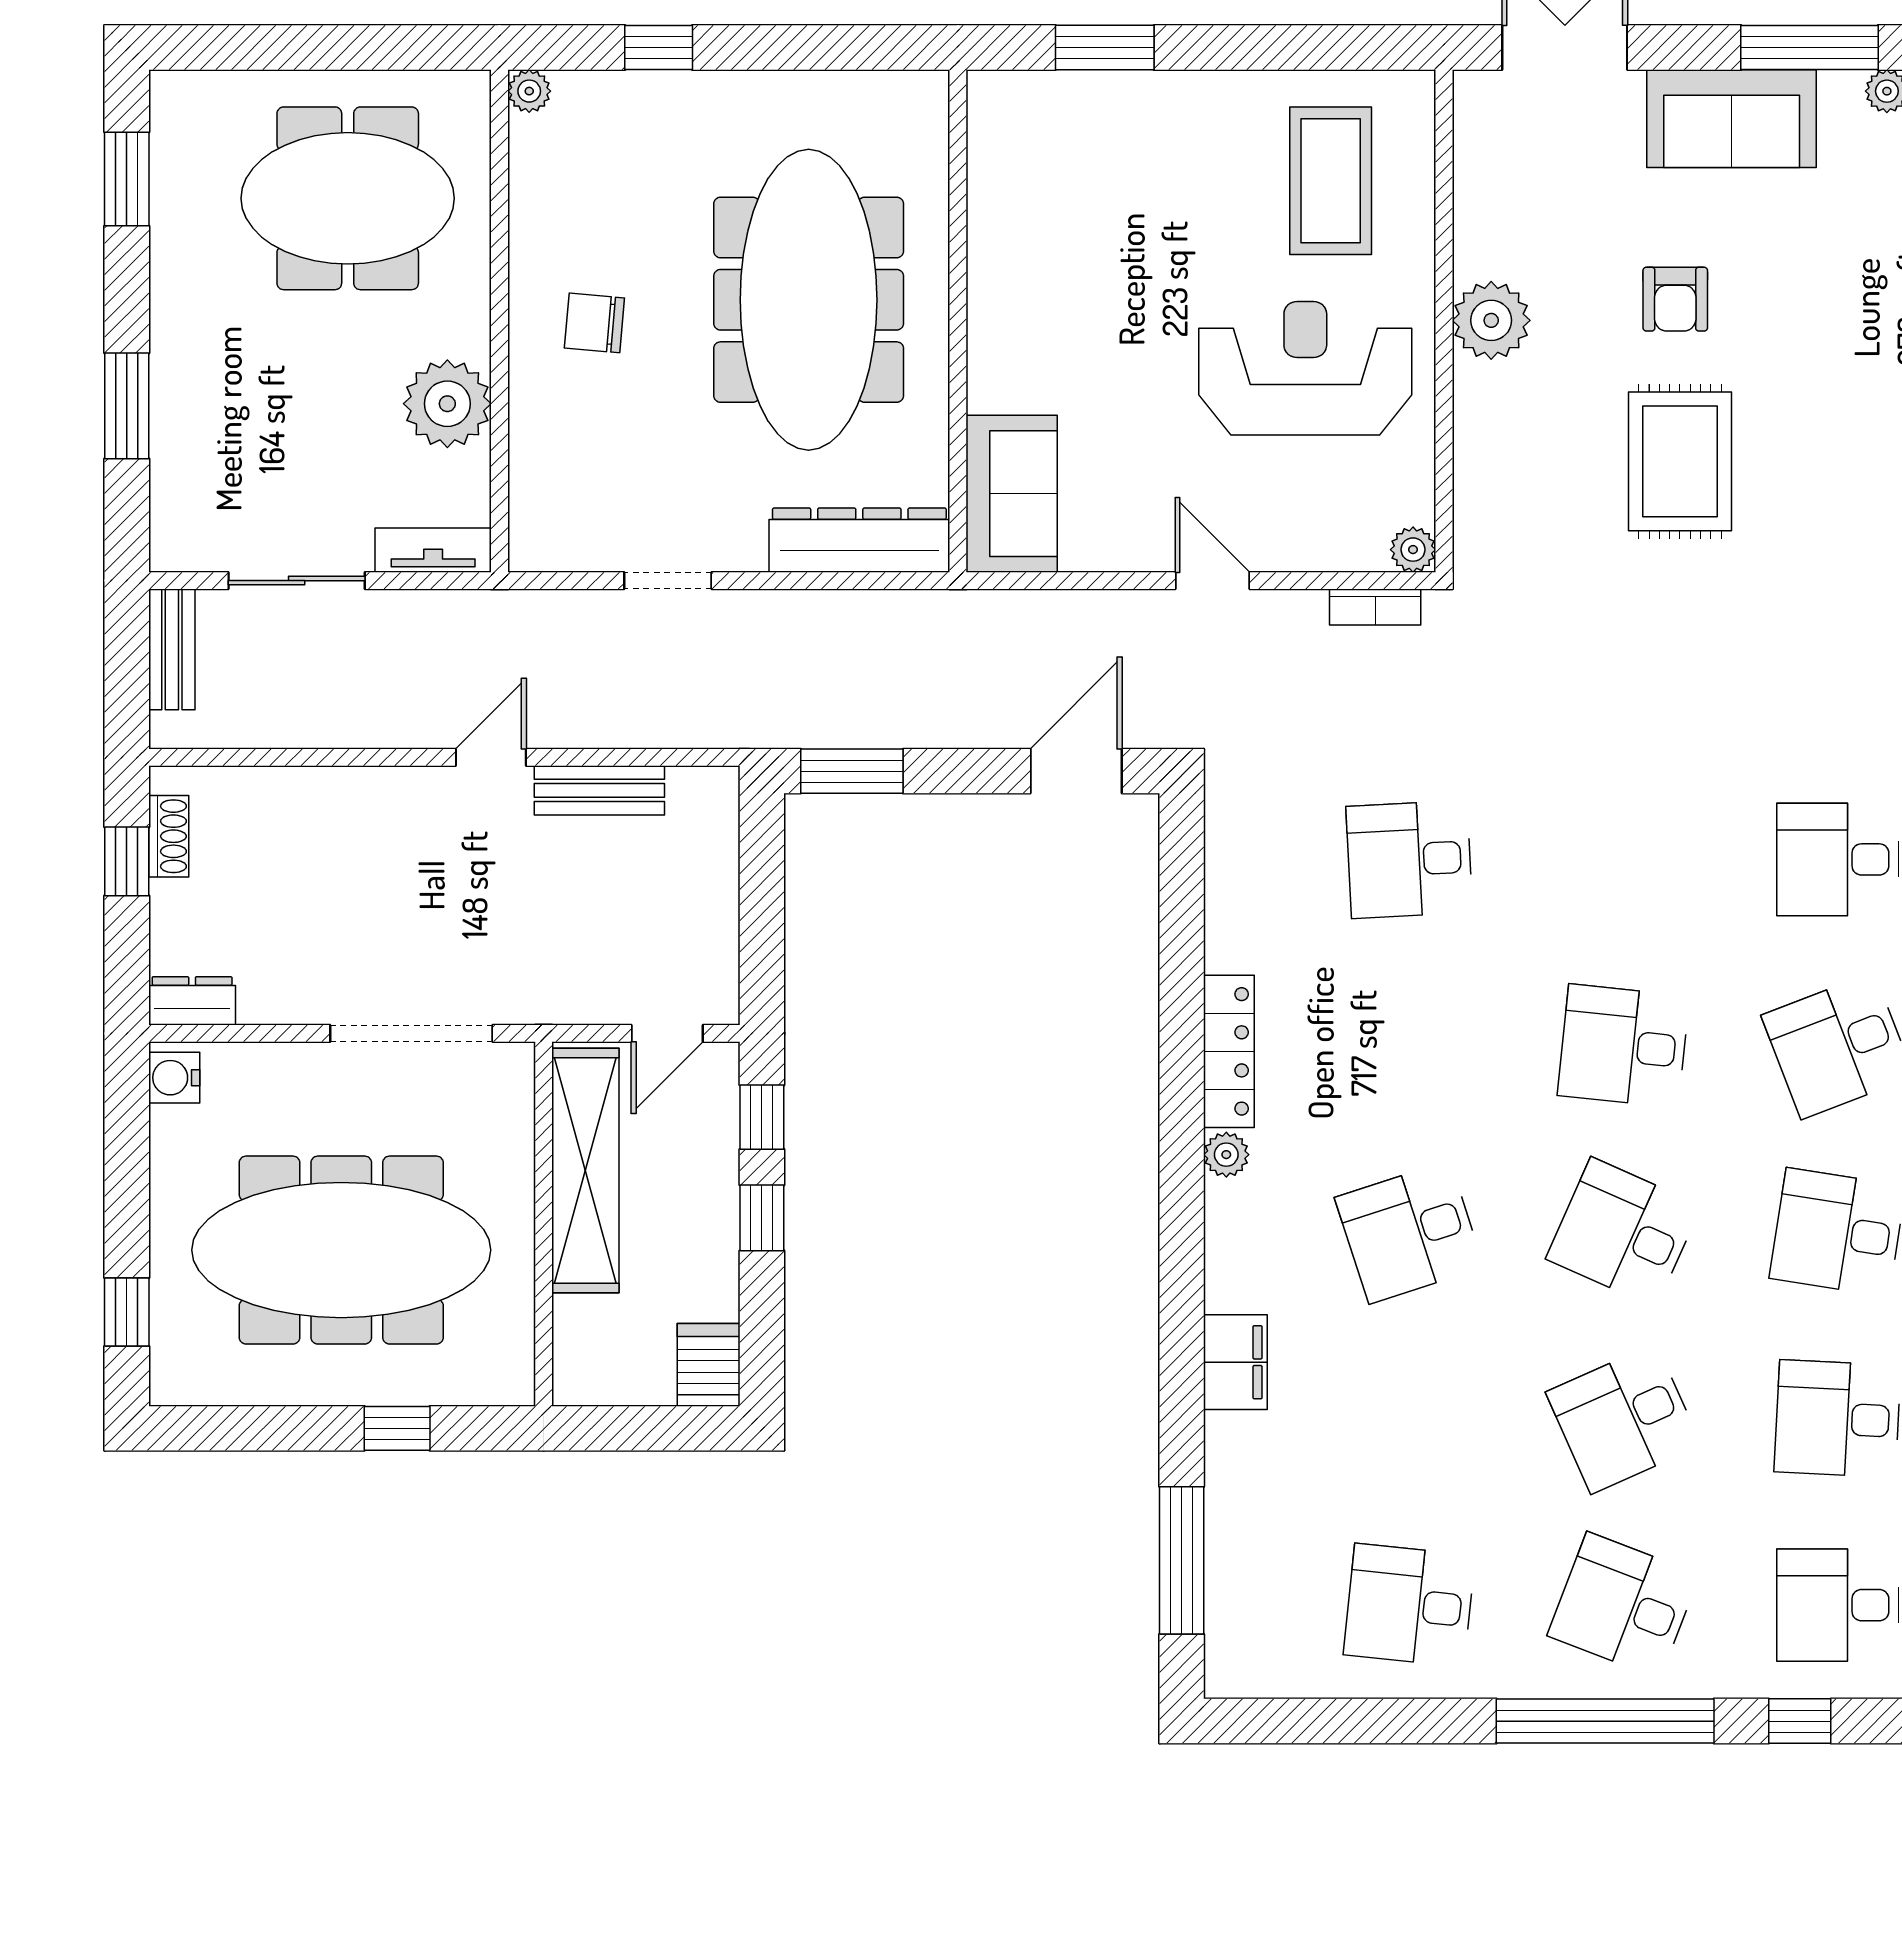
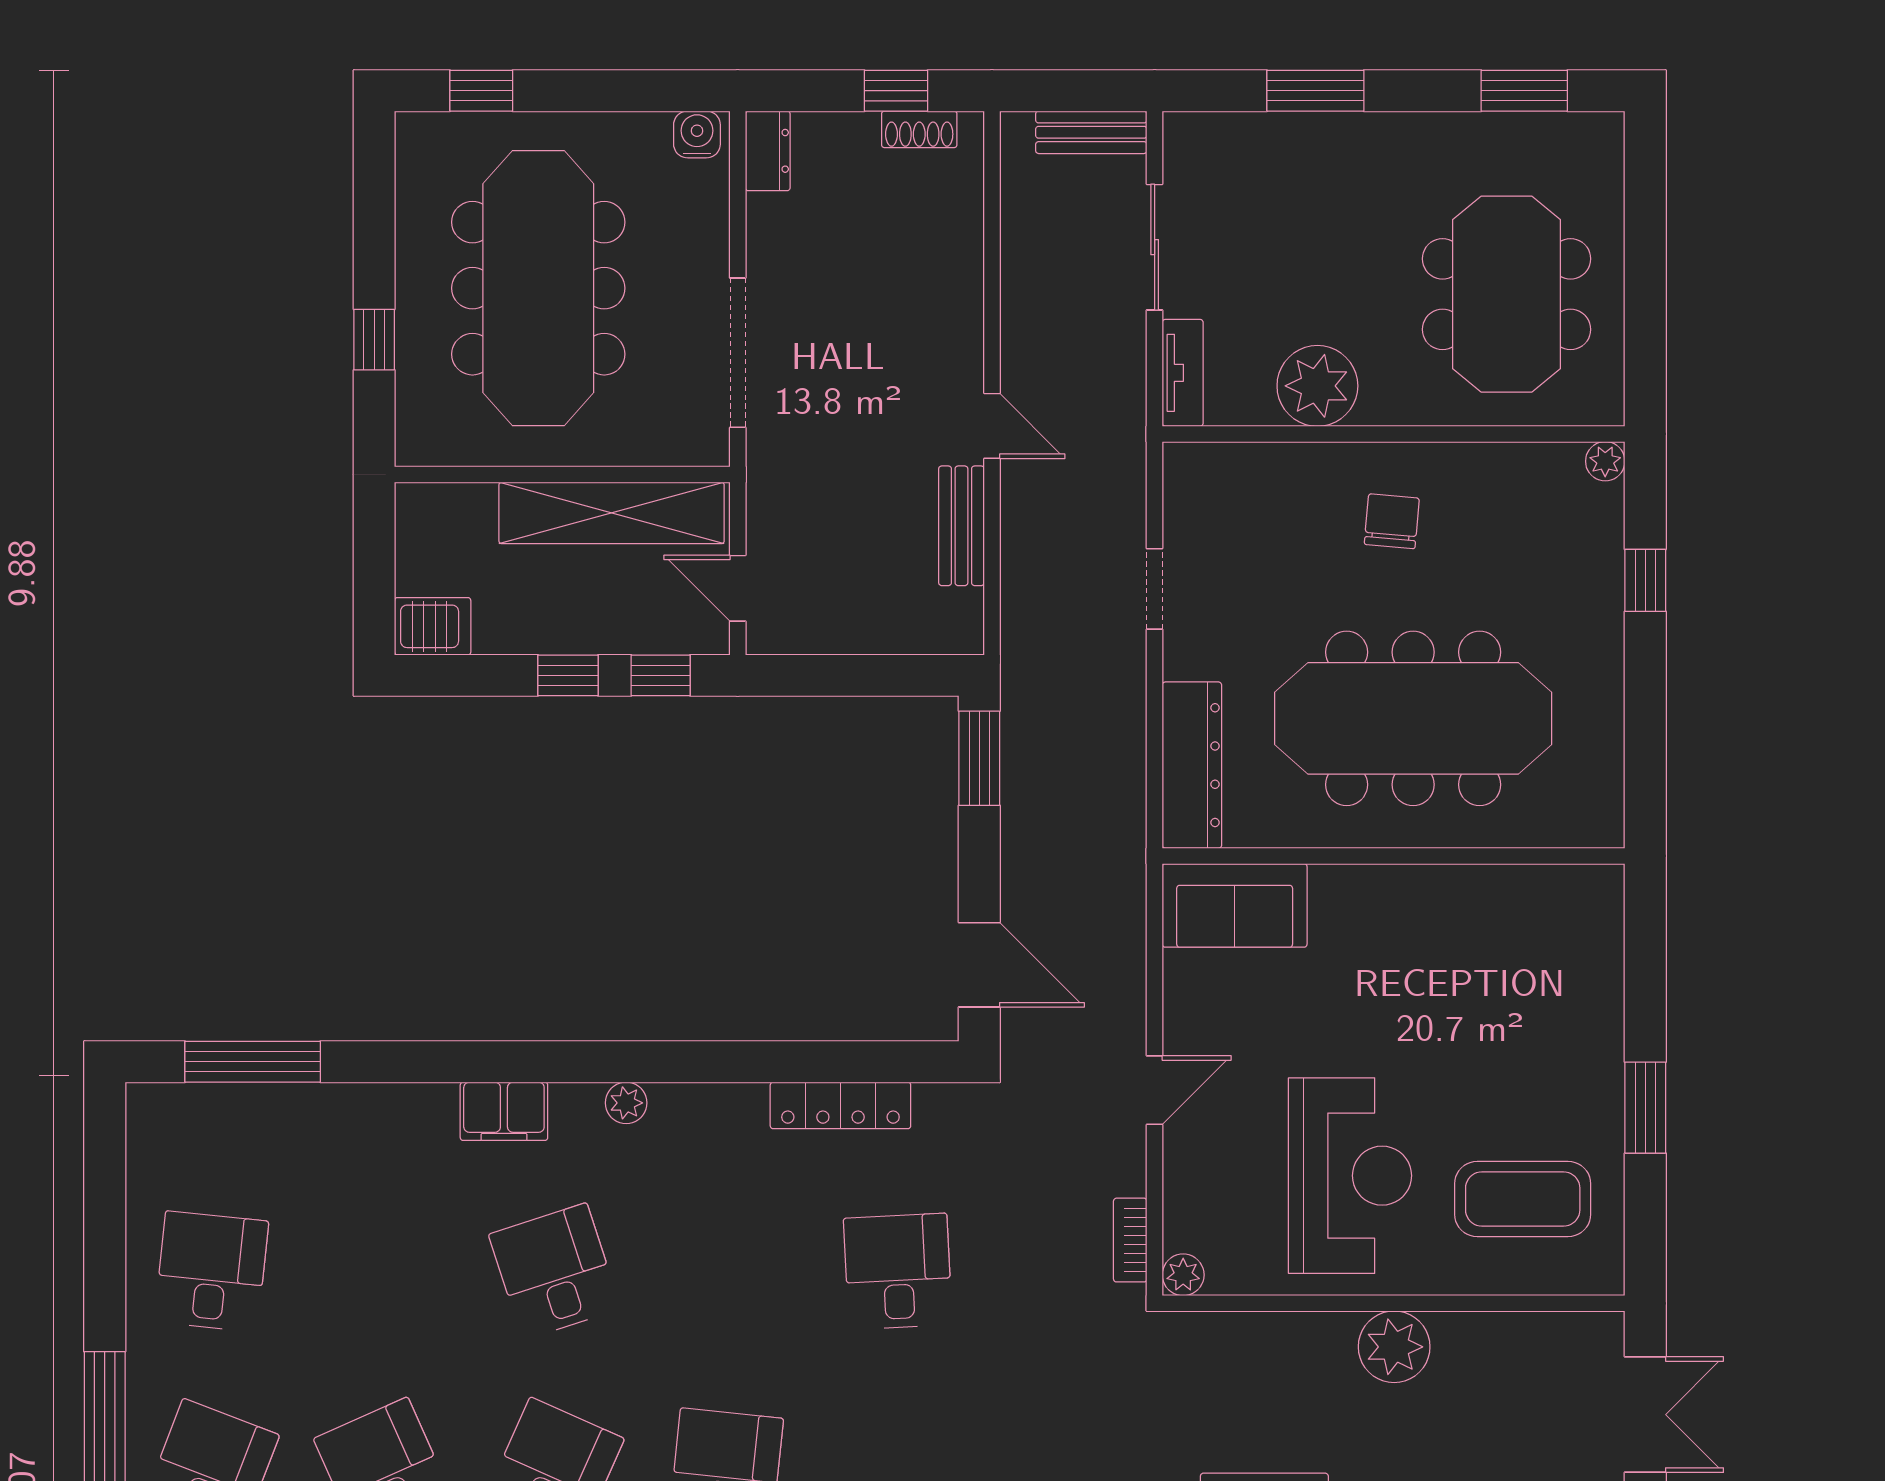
window: (1105, 48) -> (1645, 1108), moved
locker: (1229, 1051) -> (840, 1105), moved
filing cabinet: (1235, 1362) -> (504, 1111), moved

